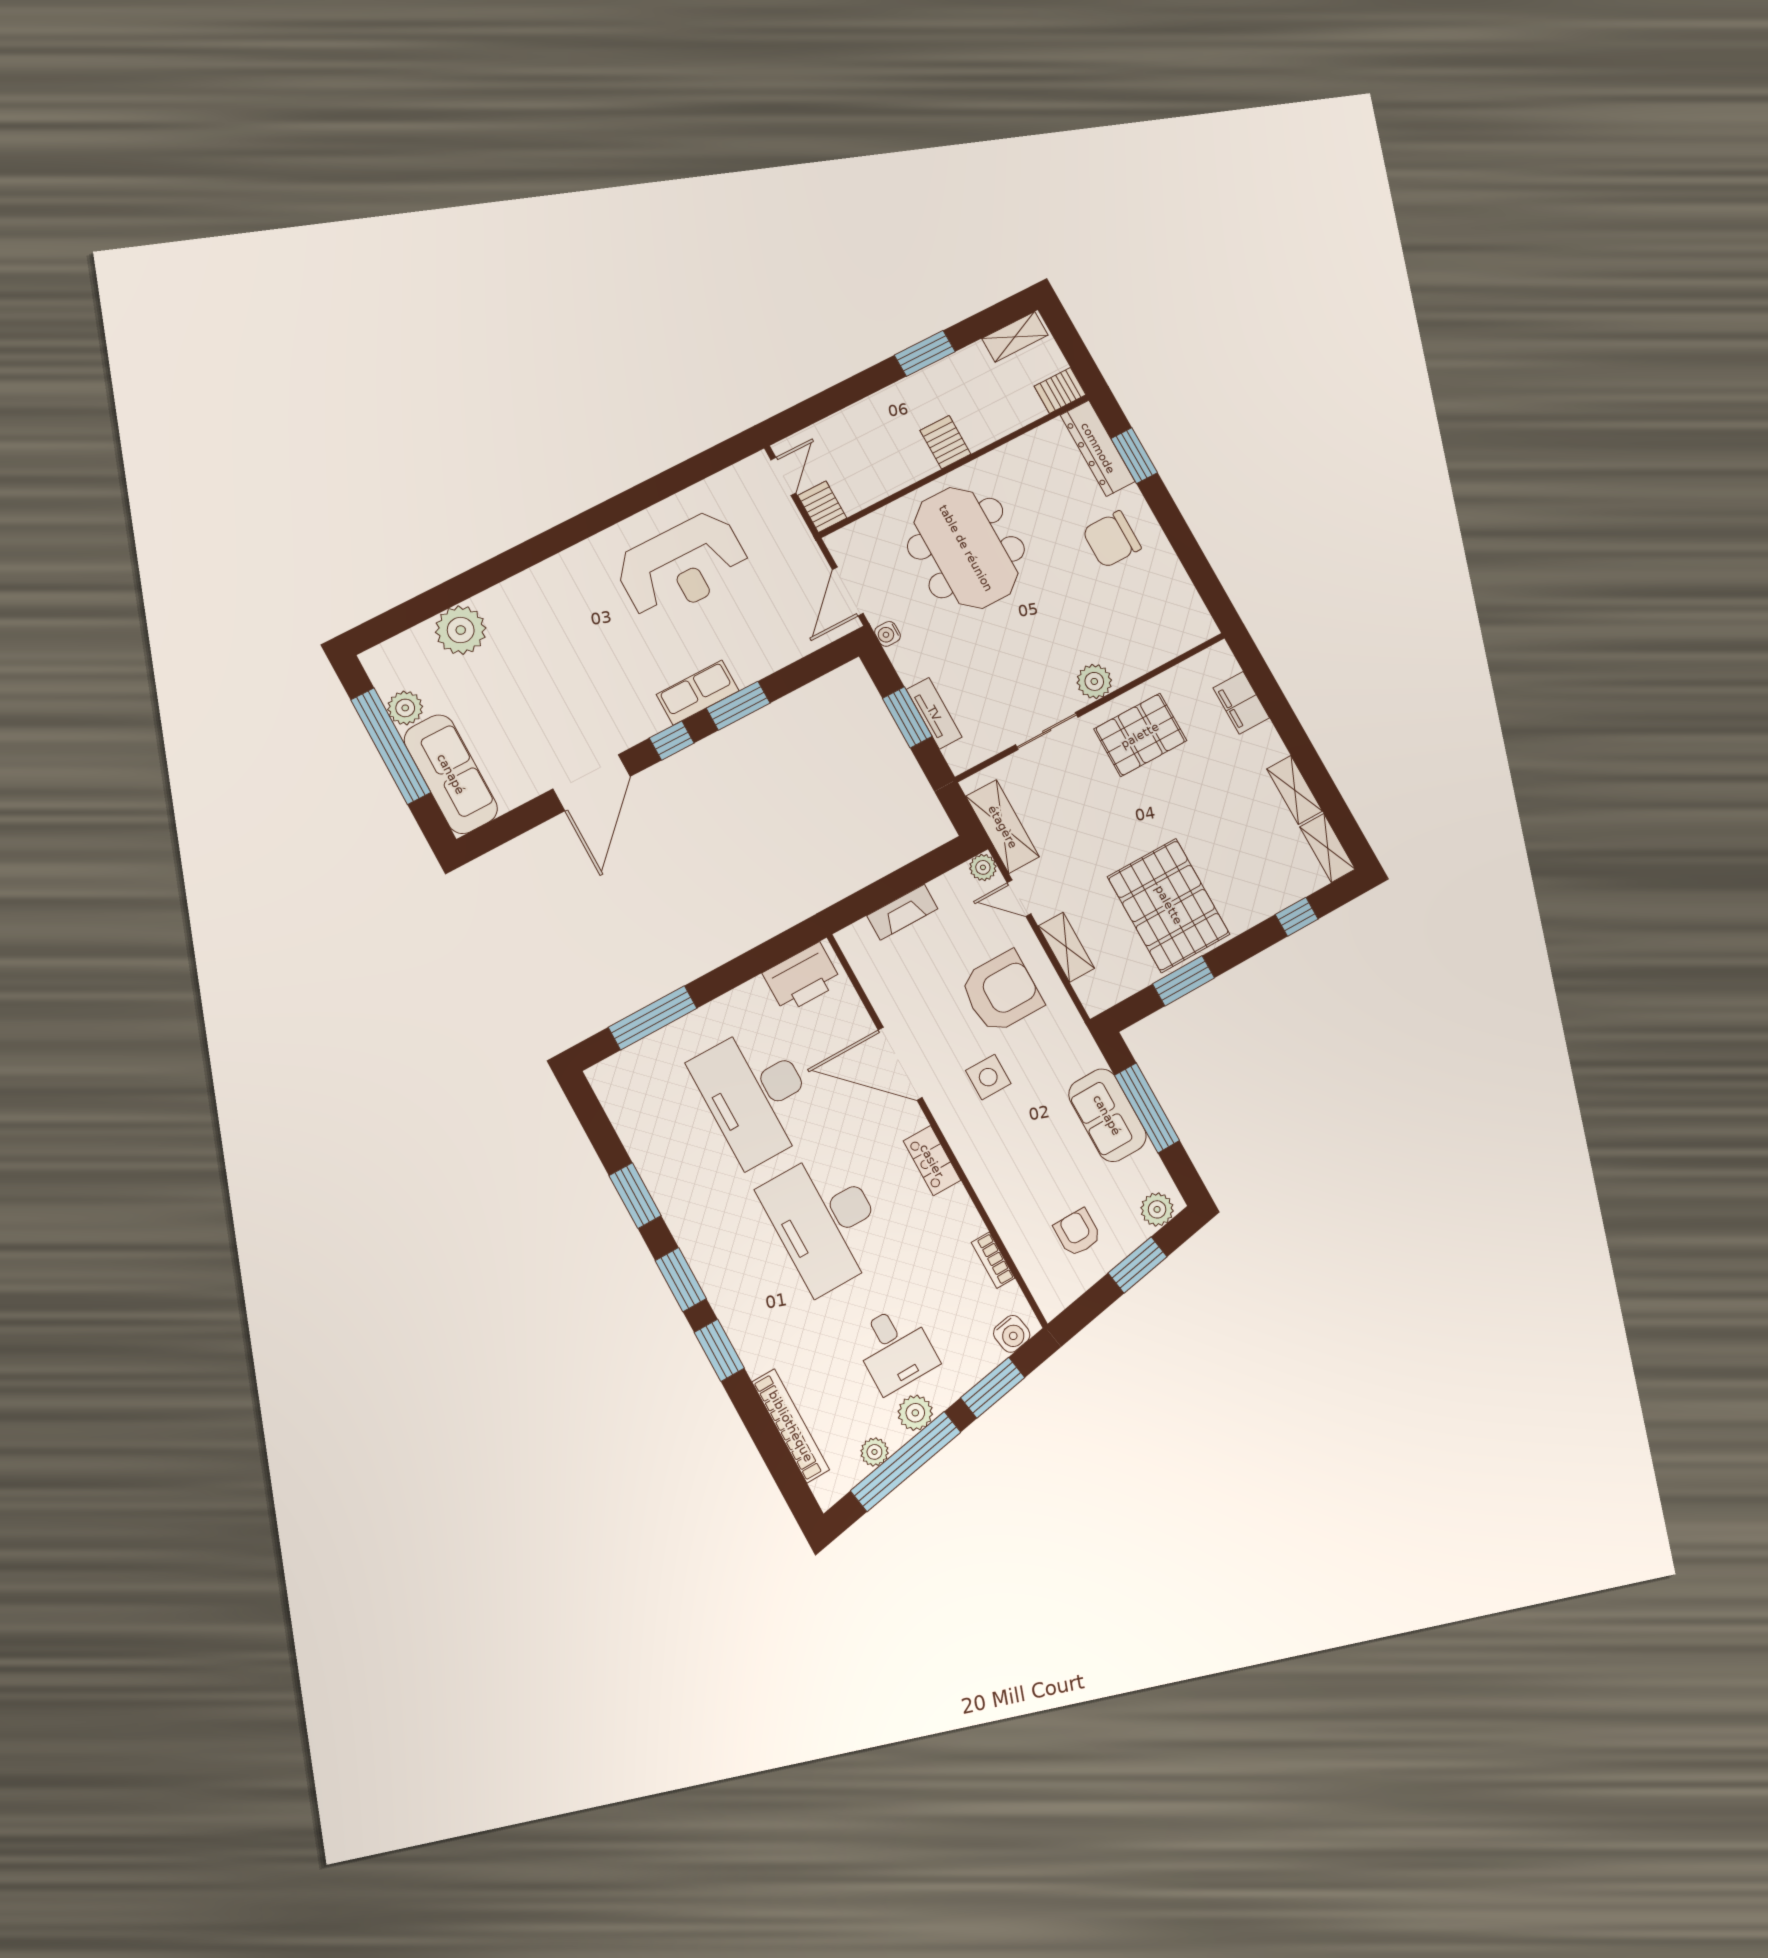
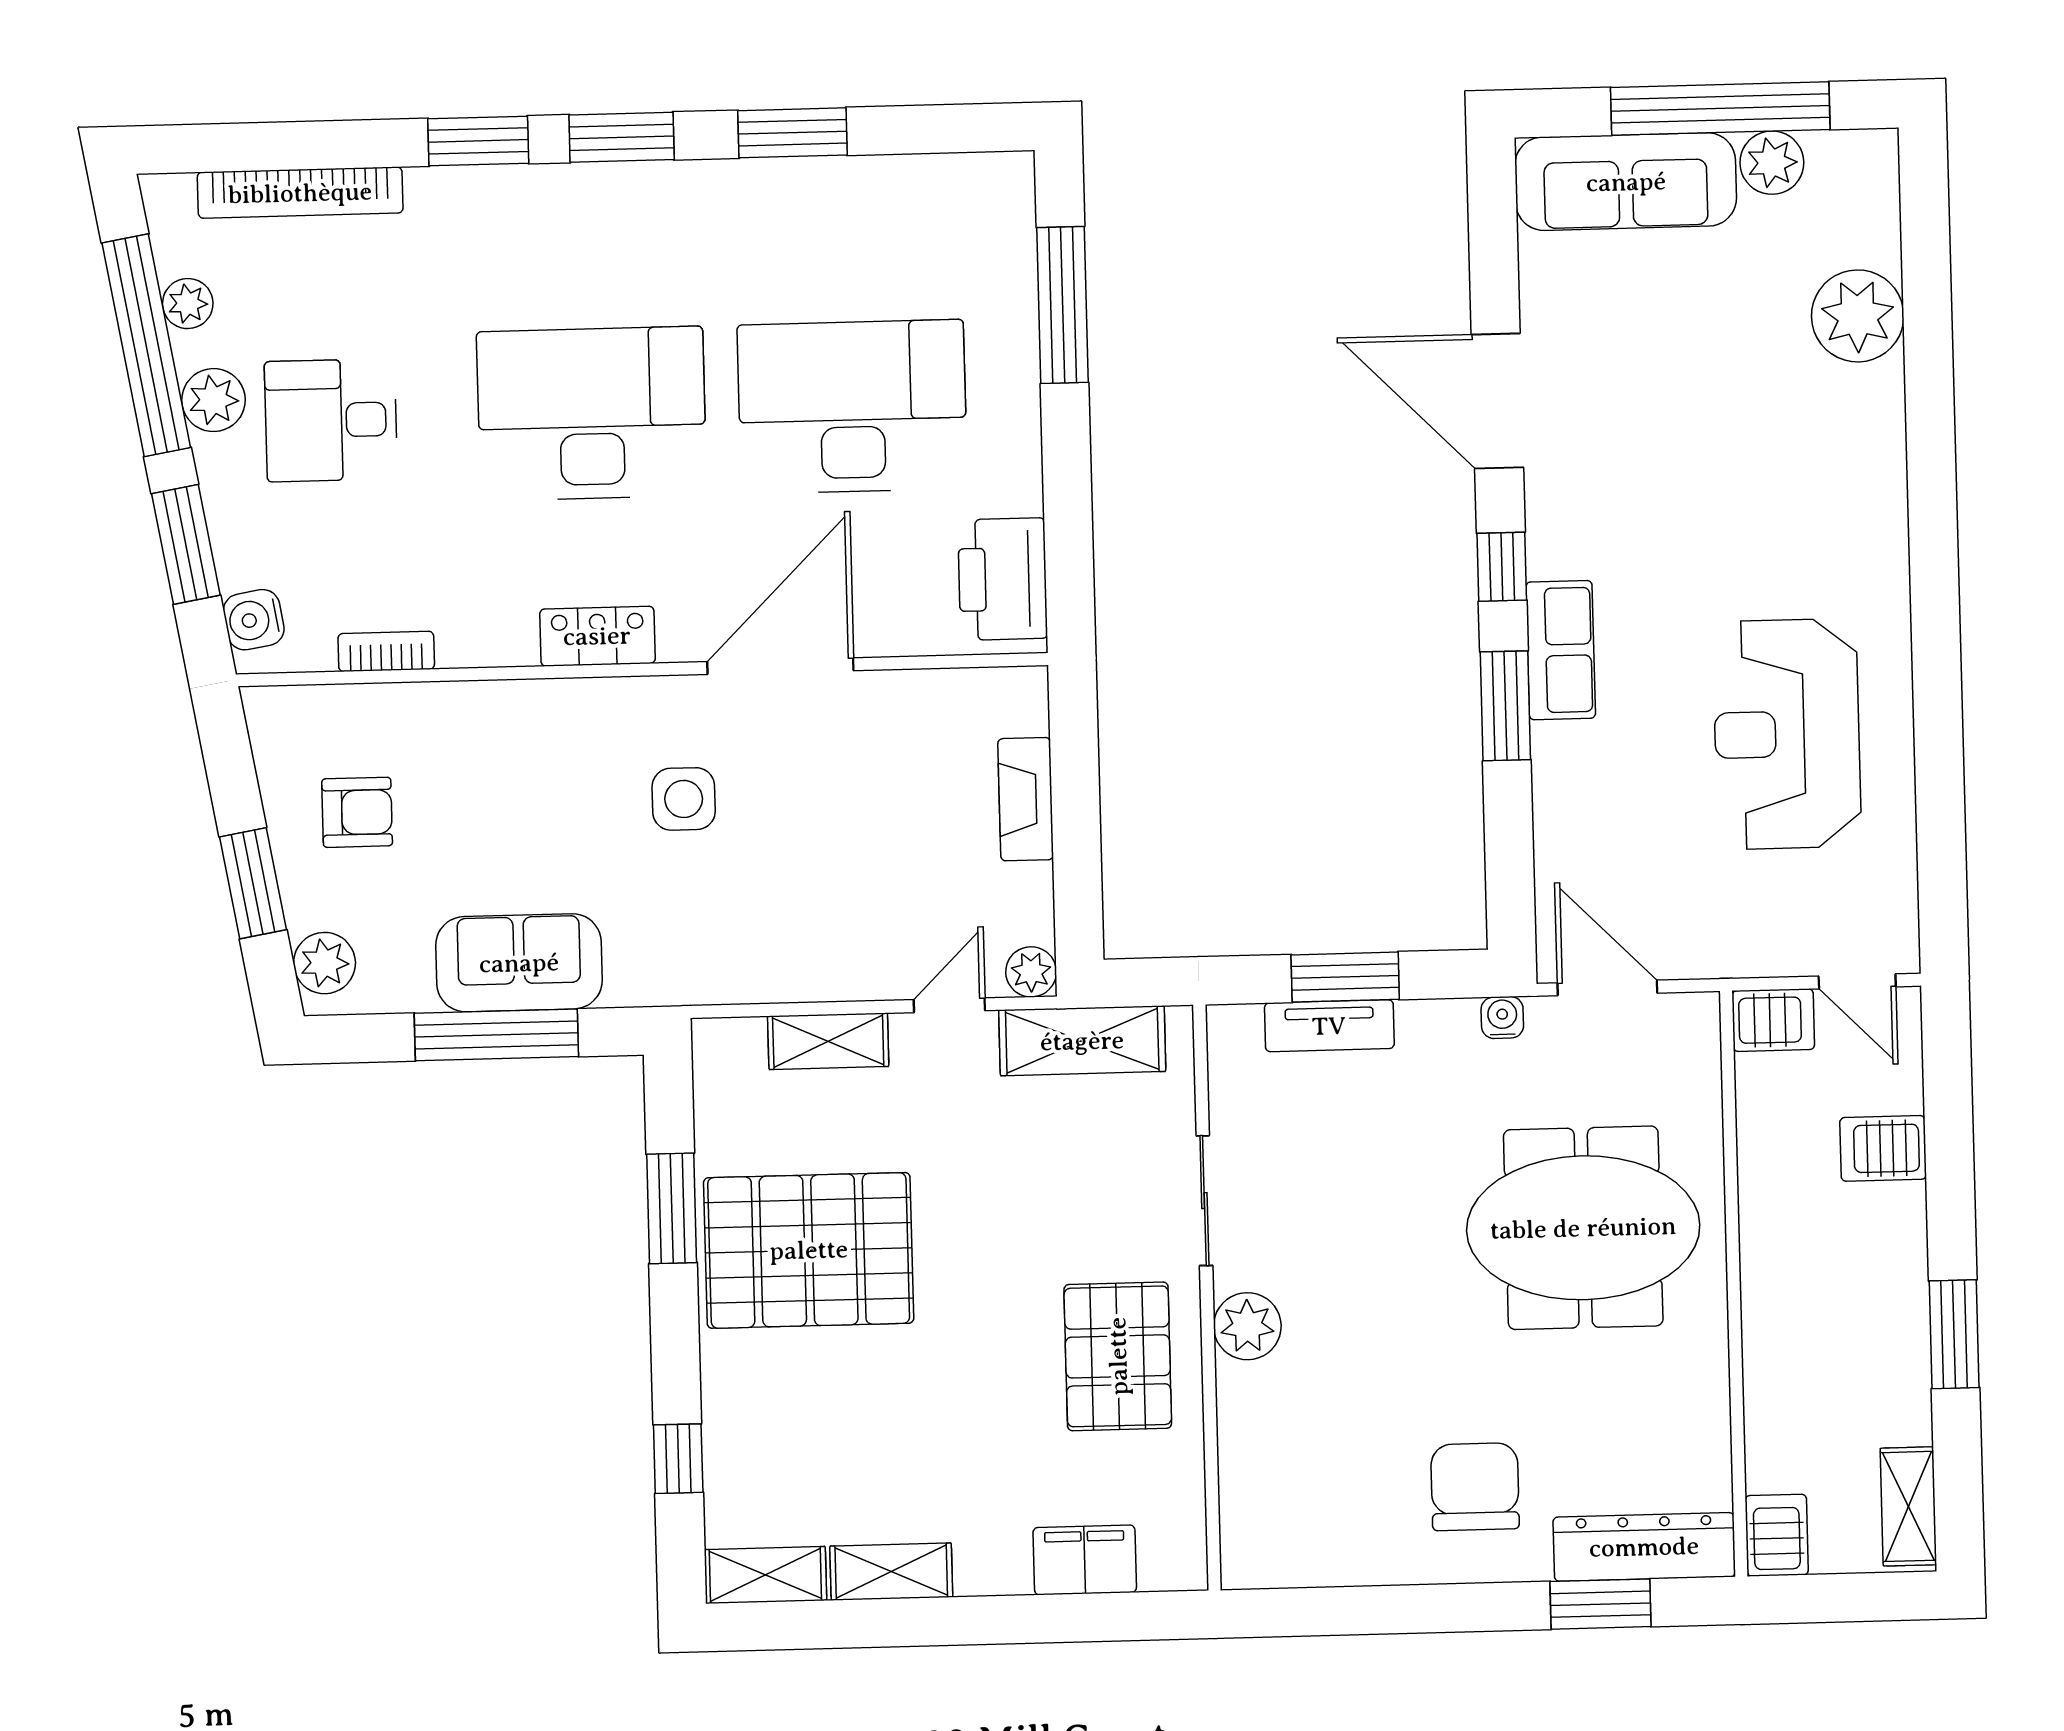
server rack: (945, 442) -> (1883, 1148), moved, turned 180
armchair: (1001, 992) -> (810, 894), removed

